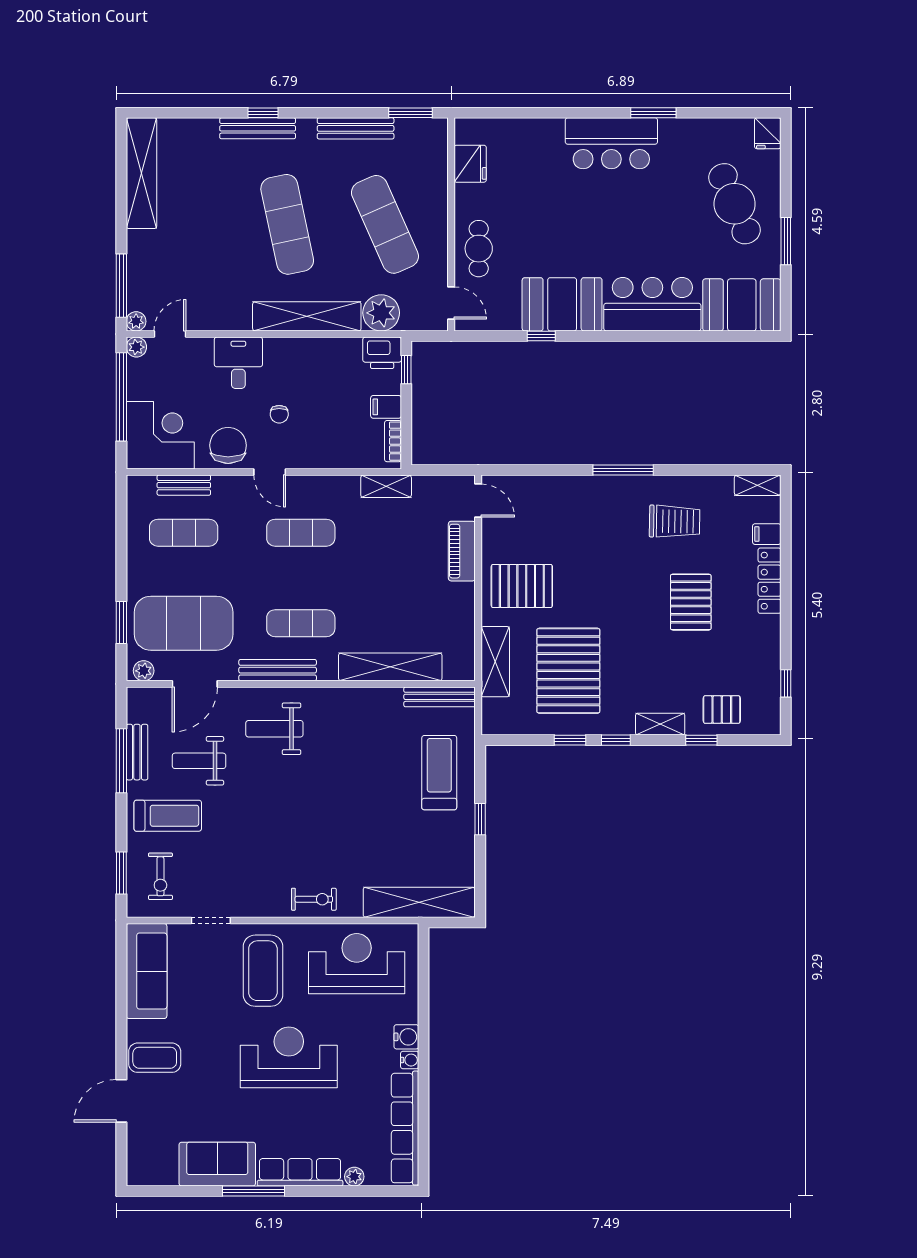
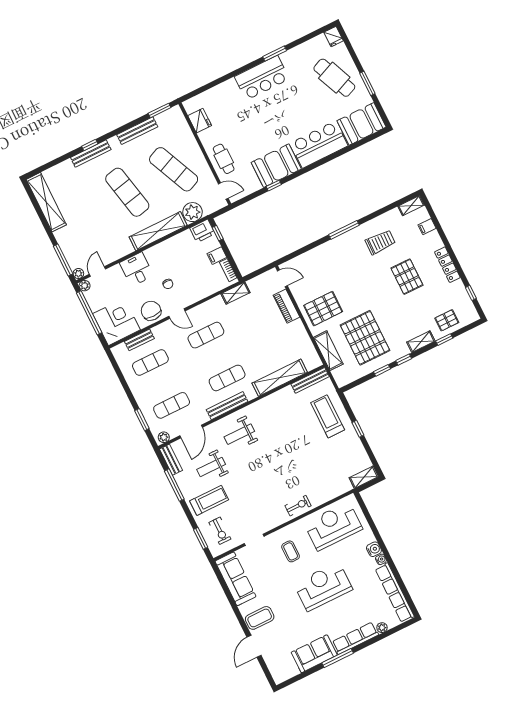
locker: (769, 581) -> (447, 265), moved
exercise mat: (184, 623) -> (172, 405), width x0.50, depth x0.69
bench: (137, 752) -> (171, 460), moved
shelving: (419, 902) -> (364, 477), width x0.45, depth x0.75
coffee table: (263, 971) -> (291, 551), width x0.54, depth x0.58

